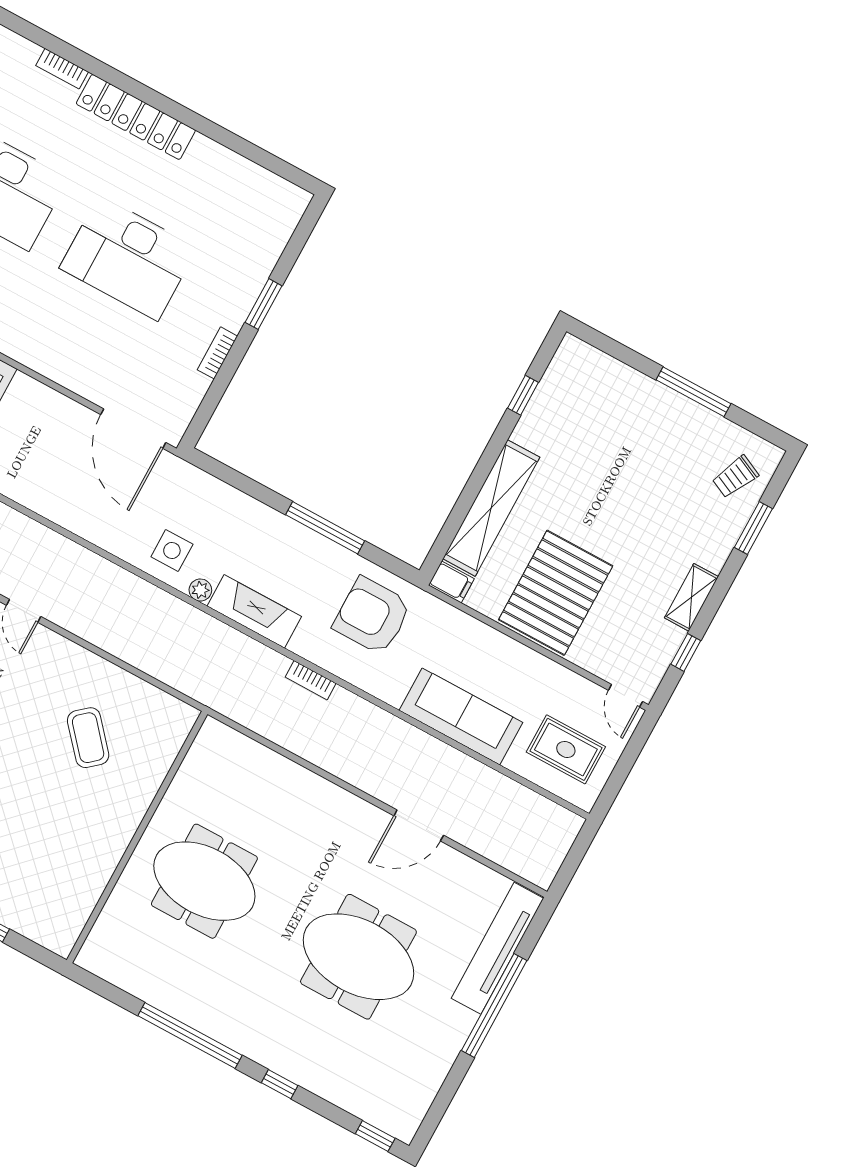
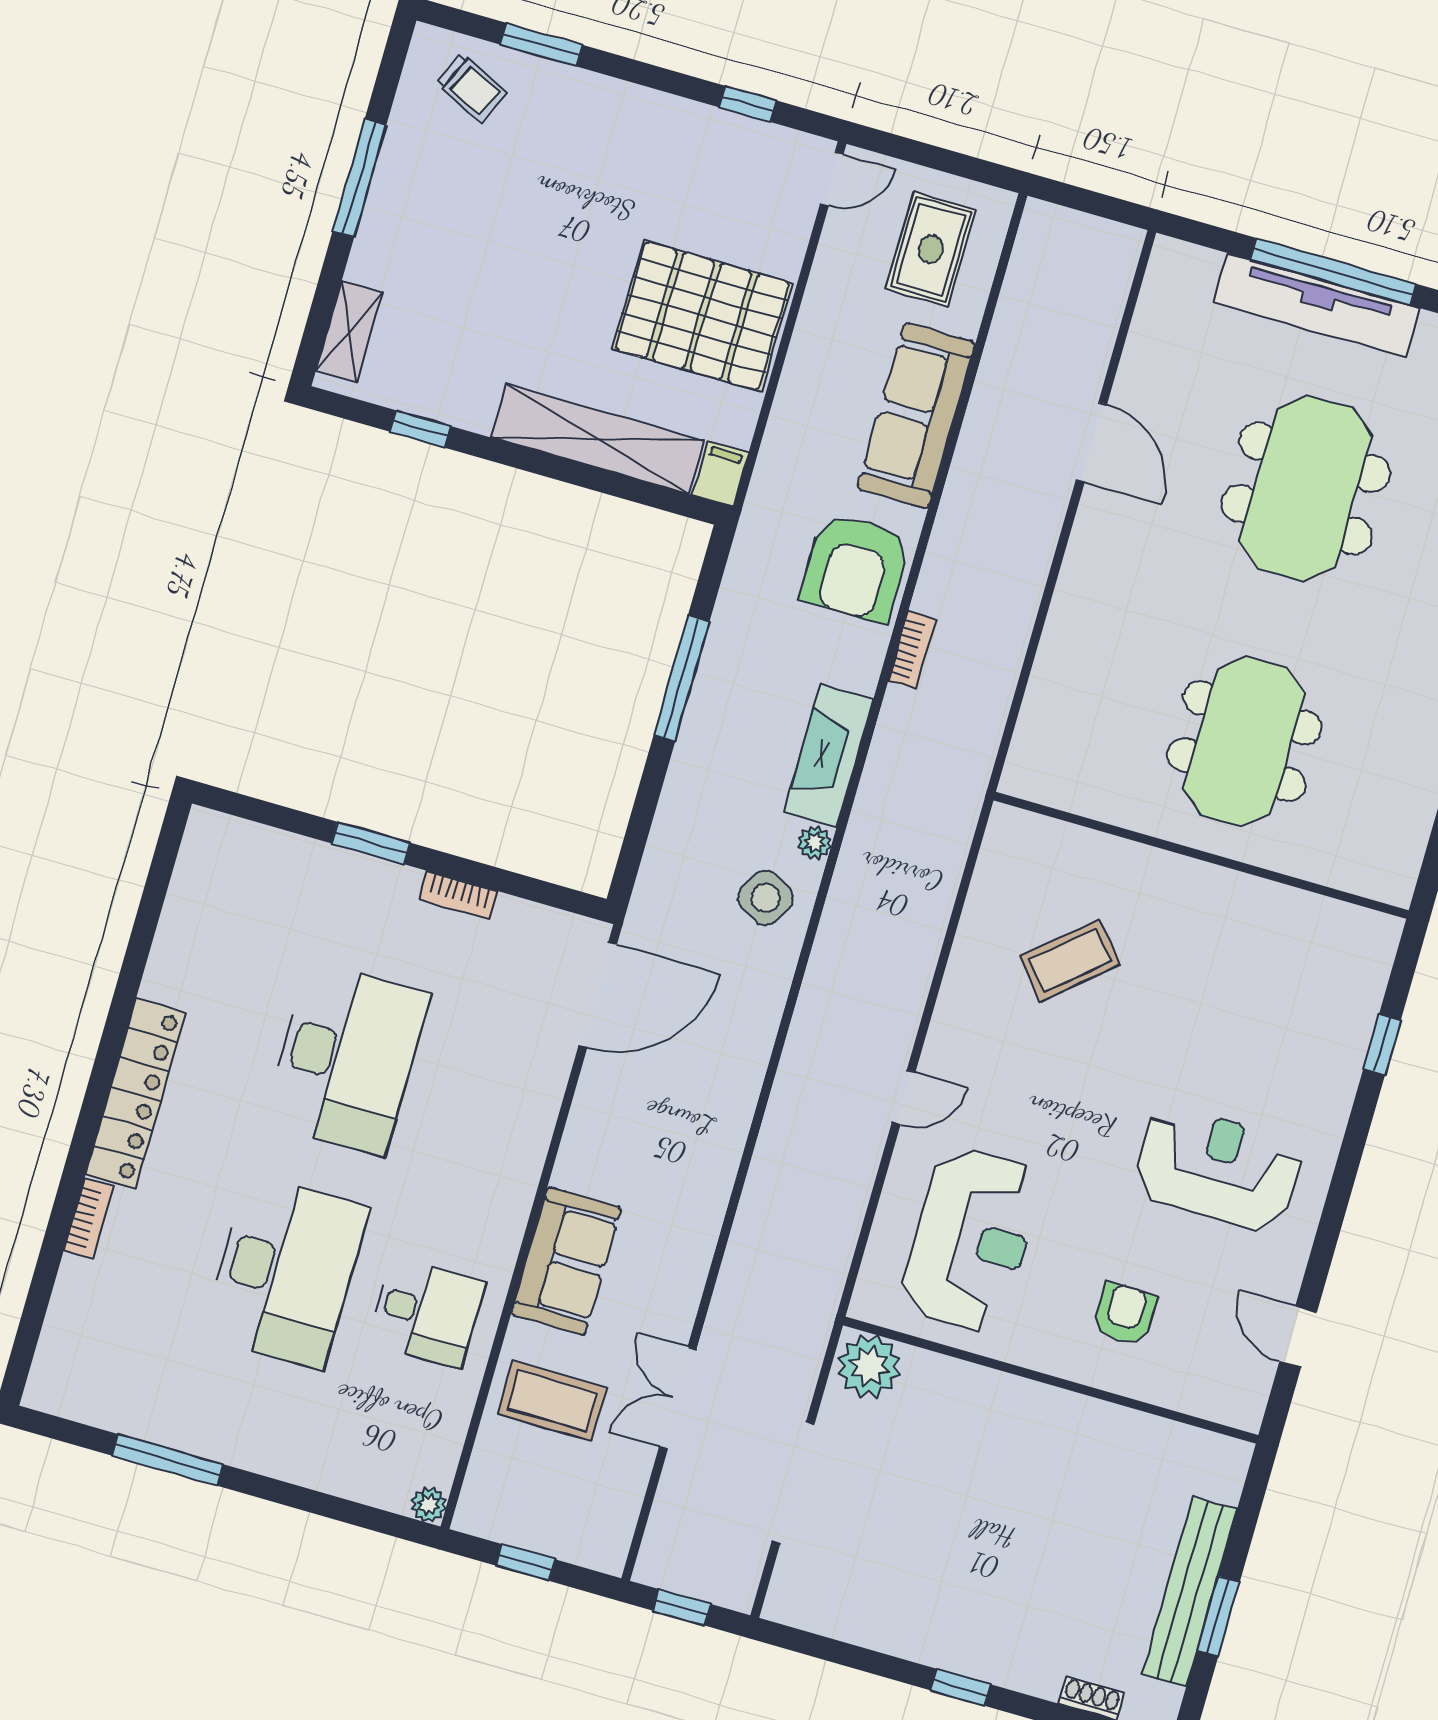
side table: (172, 551) -> (766, 898), turned 30
shelving: (691, 597) -> (349, 332), moved, turned 90
armchair: (372, 616) -> (856, 568), moved
tv unit: (497, 948) -> (1317, 305), moved

